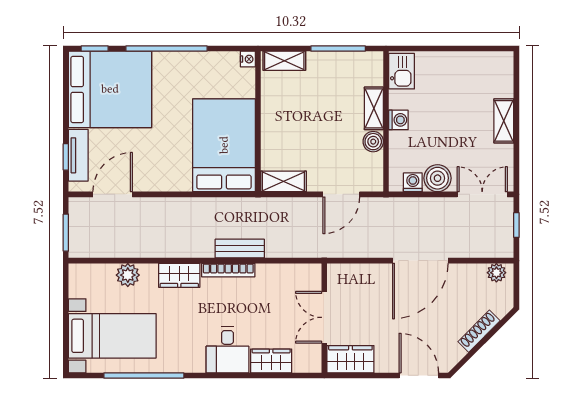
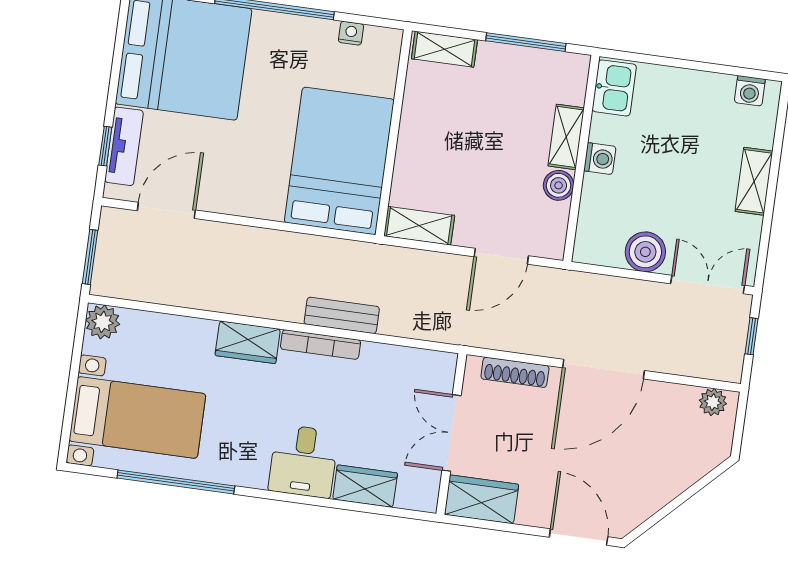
nightstand: (248, 59) -> (351, 33), moved, turned -90
washing machine: (413, 182) -> (750, 91), moved, turned 180
plant: (128, 275) -> (103, 322), moved
shoe rack: (479, 331) -> (515, 372), moved, turned -135

